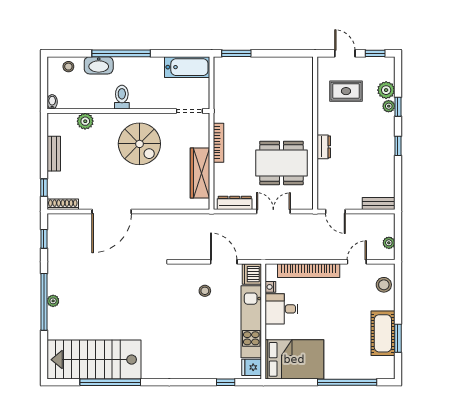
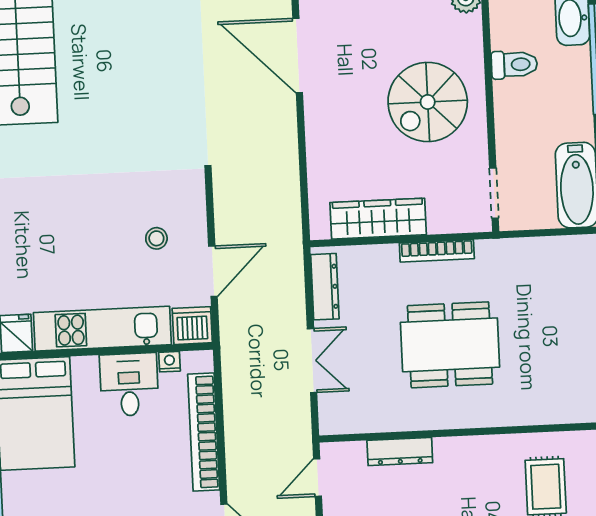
dresser: (324, 147) -> (400, 452), moved, width x1.44
dining table: (281, 163) -> (450, 345), moved, turned 90

